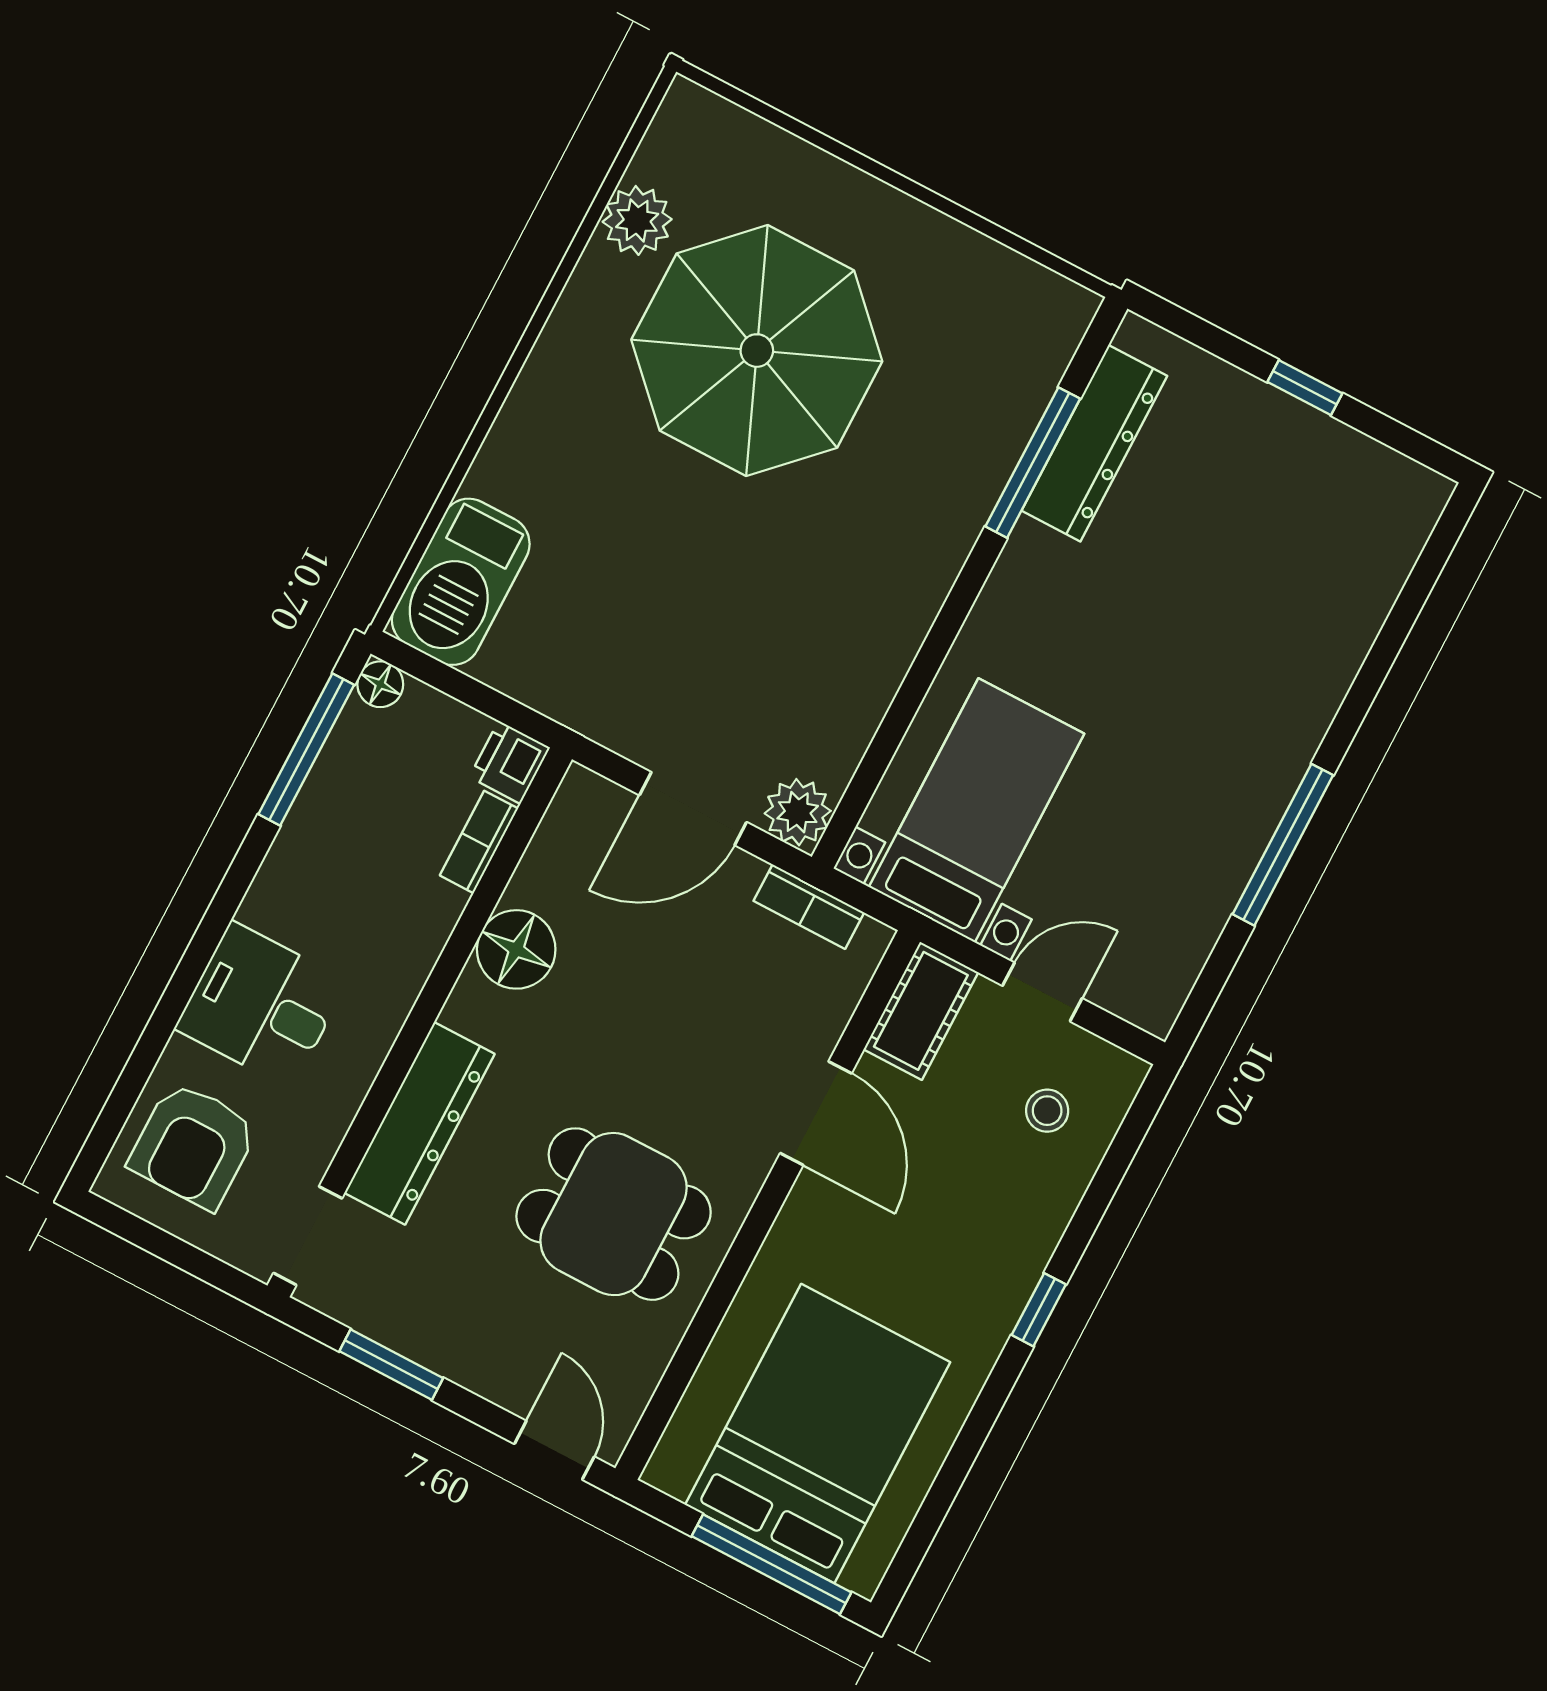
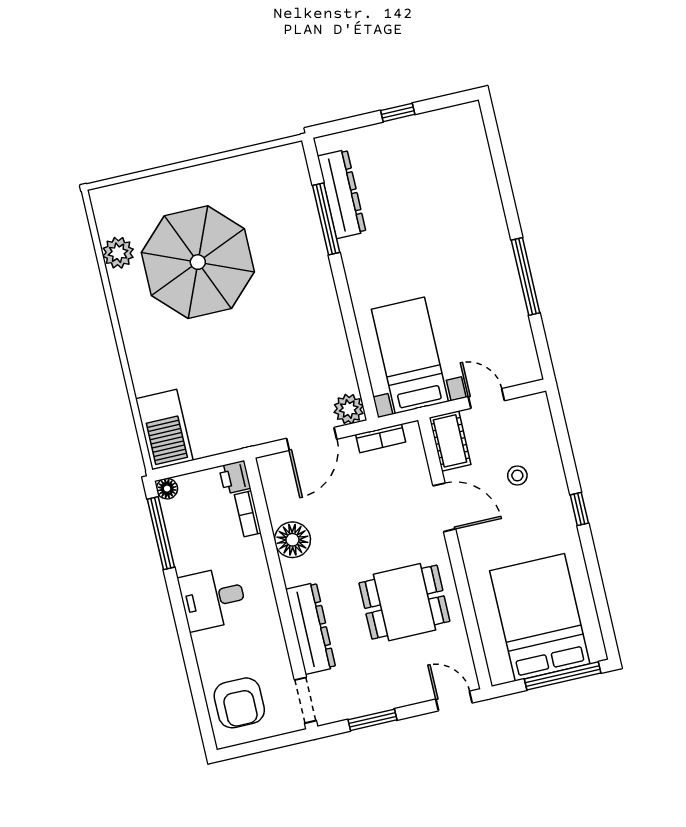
door: (1042, 992) -> (486, 399), hinge flipped
desk: (261, 1005) -> (213, 598), moved
stool: (1047, 1111) -> (517, 475), moved

